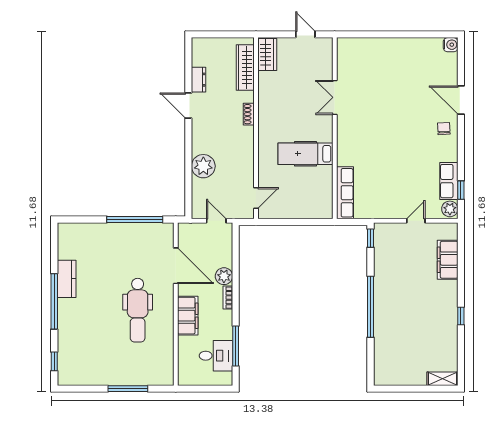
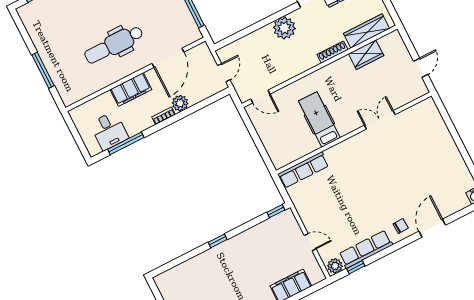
wardrobe: (267, 54) -> (366, 55), moved
shoe rack: (249, 114) -> (332, 52), width x1.43
plant: (203, 166) -> (284, 28), moved
row of seats: (449, 181) -> (366, 249), width x1.48
window: (370, 307) -> (218, 241), width x0.32

